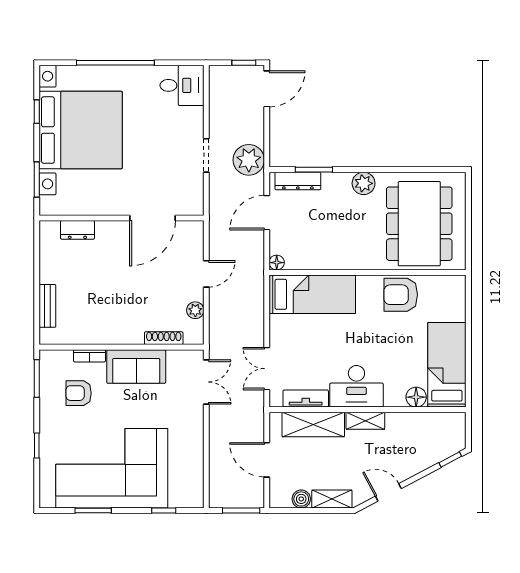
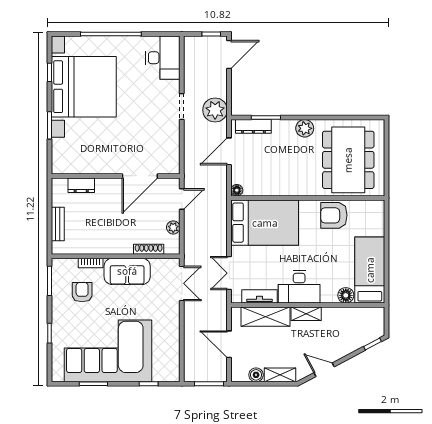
desk: (182, 85) -> (163, 58), width x1.37
wall: (122, 218) -> (116, 176), moved
door: (153, 218) -> (140, 176), moved
dresser: (77, 230) -> (81, 185), moved
bed: (312, 294) -> (265, 223), width x1.50
armchair: (79, 393) -> (82, 292), turned 90

